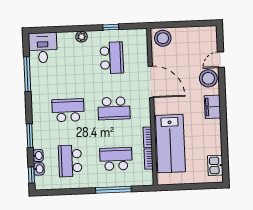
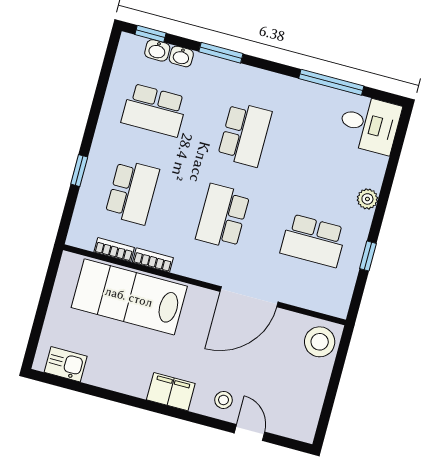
stool: (208, 78) -> (224, 400), width x0.53, depth x0.53
school desk: (70, 161) -> (154, 110), turned 180
window: (113, 190) -> (79, 171), width x0.46

